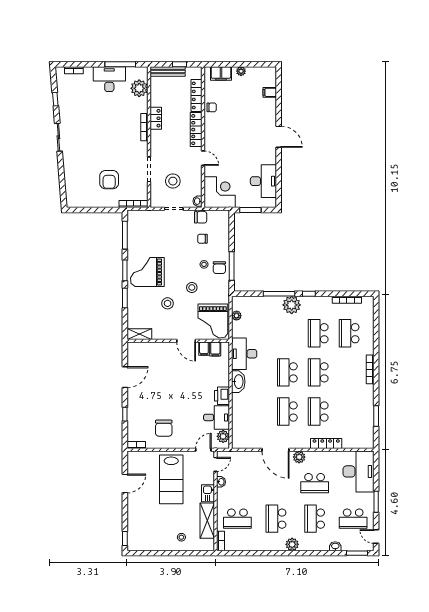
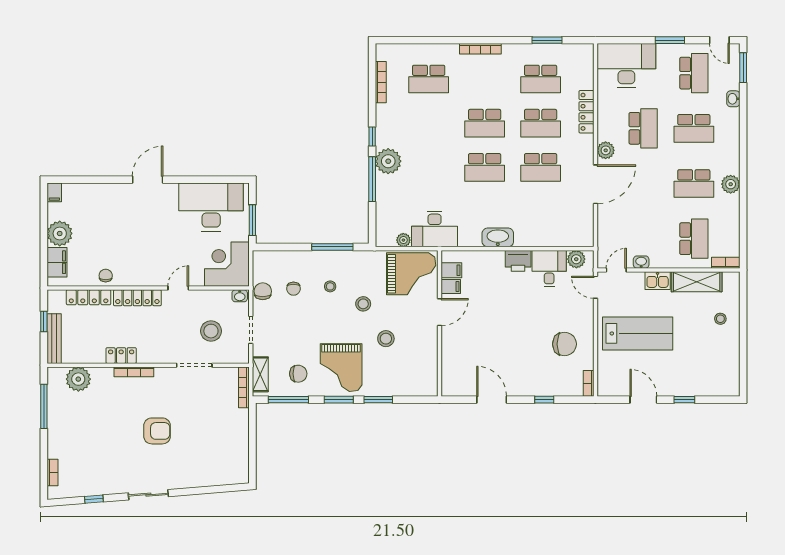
plant: (241, 71) -> (60, 233), width x1.87, depth x1.87
desk: (109, 79) -> (65, 422), removed
filing cabinet: (270, 92) -> (54, 192), moved
armchair: (109, 180) -> (157, 431), moved
desk: (263, 181) -> (211, 207), width x1.36, depth x1.30
chair: (219, 268) -> (298, 374), moved
school desk: (318, 333) -> (541, 79), moved
shelving: (139, 334) -> (260, 374), moved
desk: (244, 354) -> (435, 229), moved
door: (216, 464) -> (616, 270), hinge flipped
door: (376, 537) -> (719, 40), hinge flipped
window: (125, 538) -> (684, 400), moved
plant: (292, 544) -> (731, 184), moved

